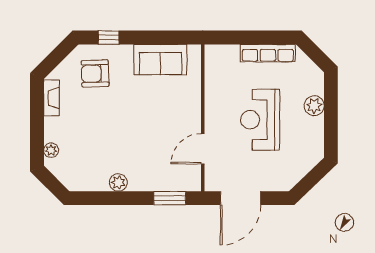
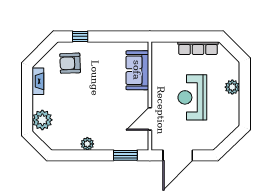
sofa: (160, 60) -> (137, 70), moved, turned 90
plant: (51, 150) -> (42, 120), width x1.88, depth x1.88

